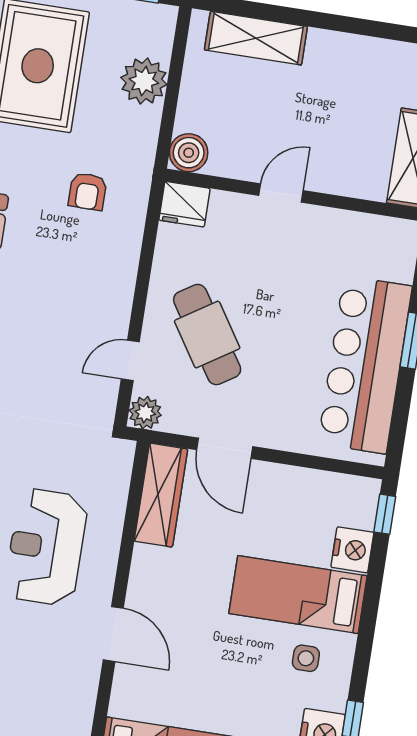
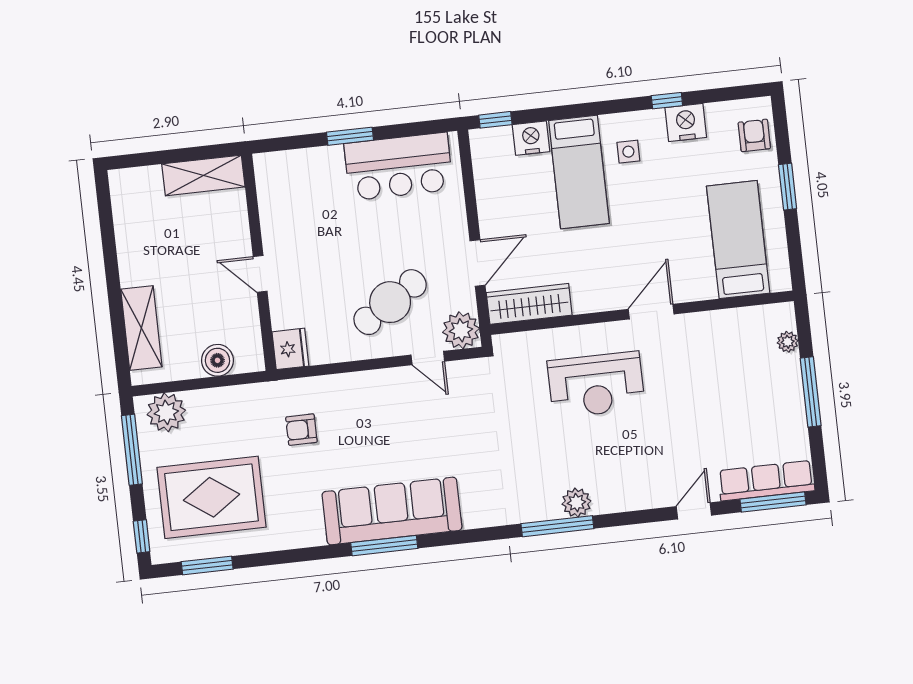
plant: (144, 81) -> (166, 412), moved
boiler: (189, 153) -> (217, 360), moved
armchair: (87, 191) -> (301, 430), turned 180
bar counter: (365, 365) -> (399, 167), width x0.73
plant: (145, 413) -> (461, 330), width x1.36, depth x1.36

